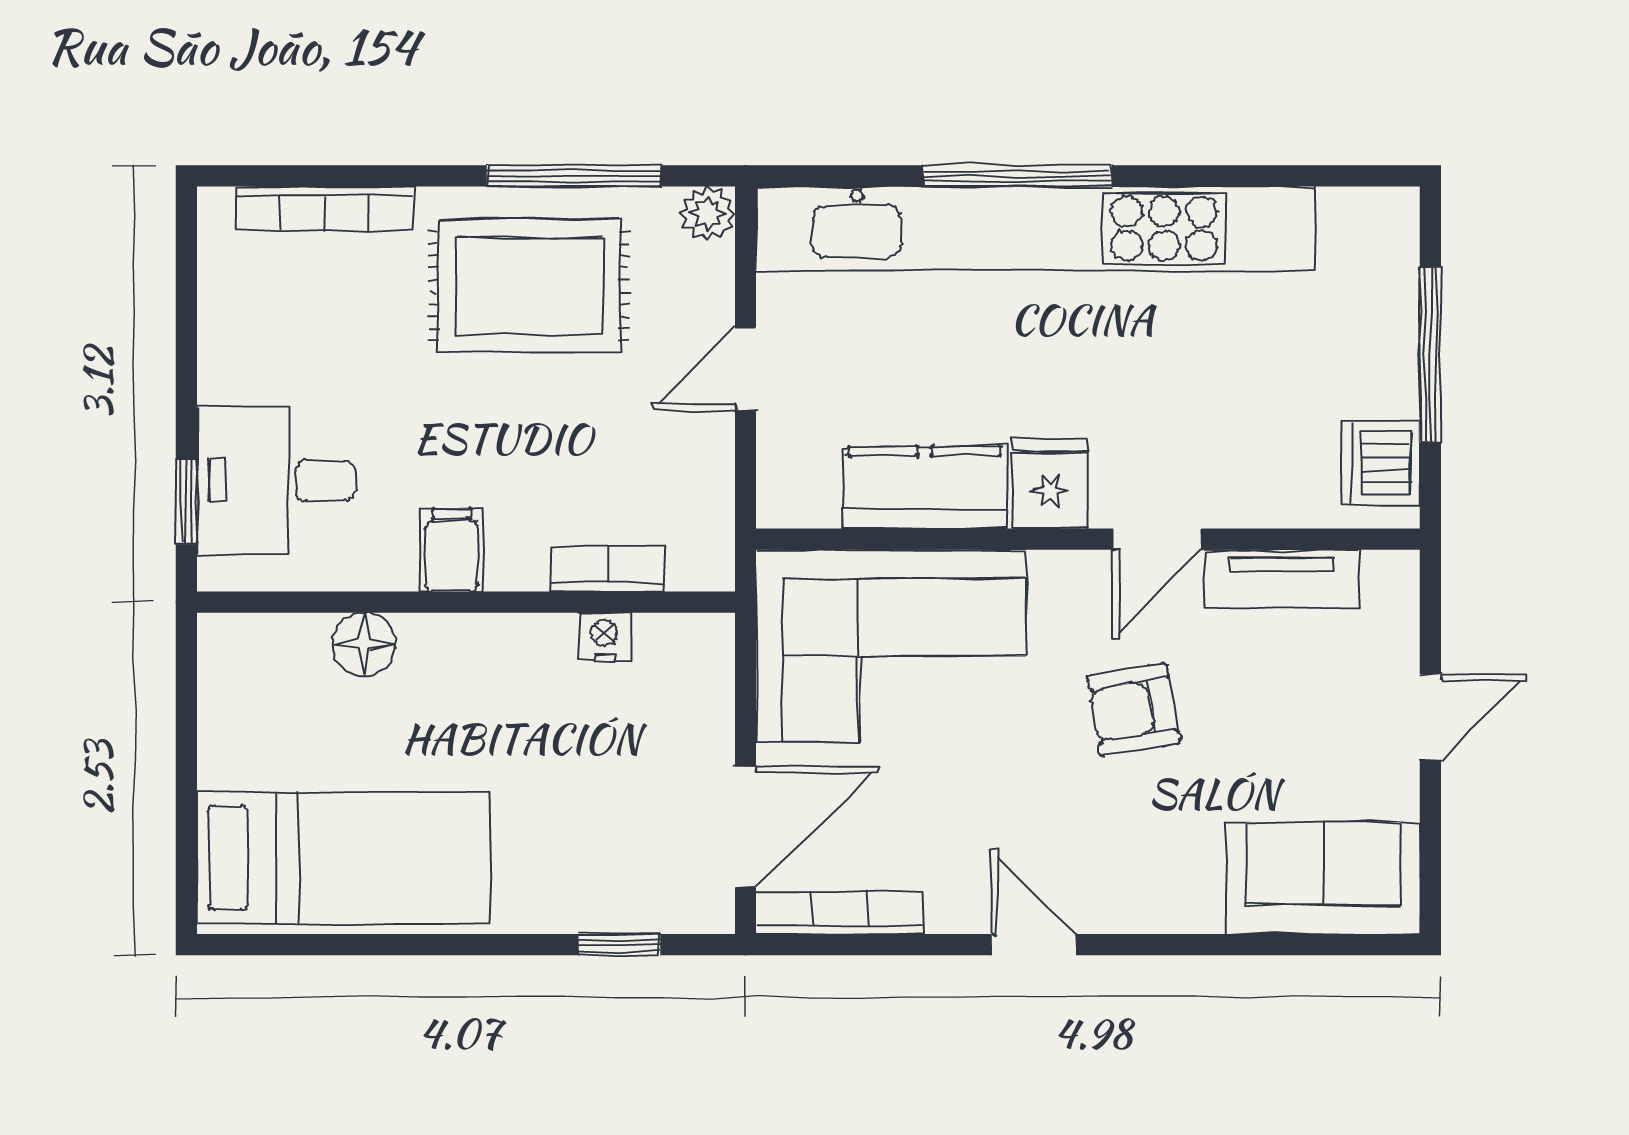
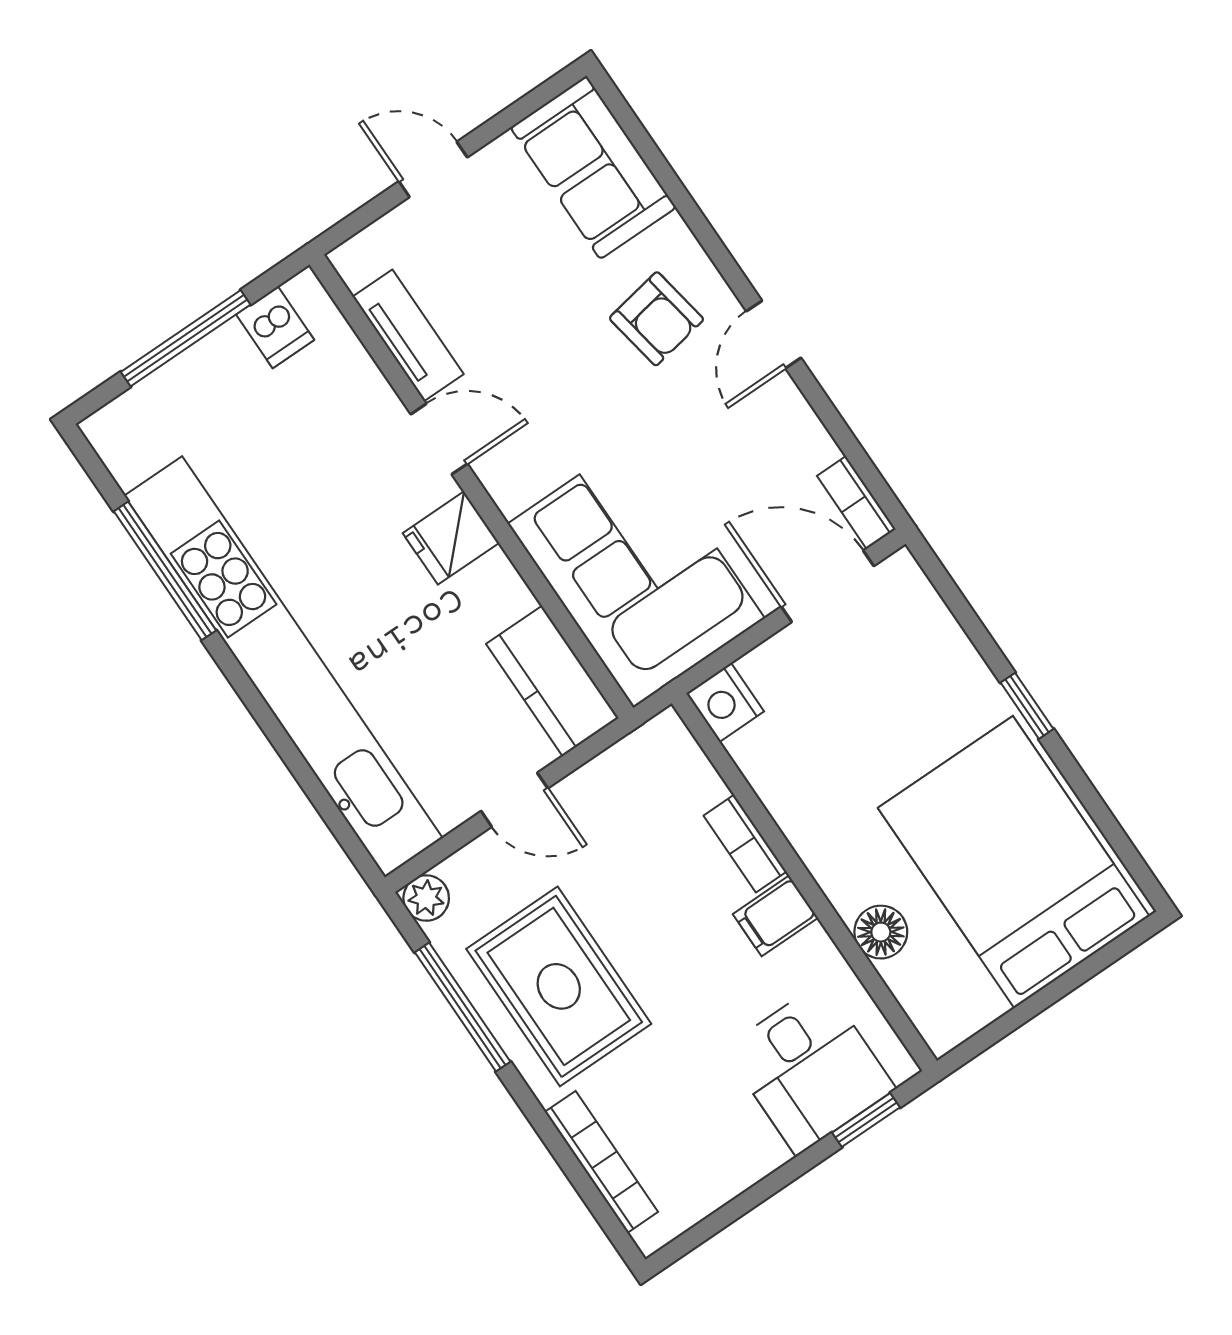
window: (1017, 176) -> (165, 571), moved
dishwasher: (1381, 463) -> (275, 327), width x0.73
kitchen counter: (925, 488) -> (552, 681), moved
bookcase: (608, 569) -> (745, 844), moved
nightstand: (604, 637) -> (725, 702), moved, width x1.39, depth x1.35
armchair: (1134, 710) -> (656, 319), moved
bed: (343, 858) -> (1014, 862), width x1.50
bookcase: (840, 913) -> (856, 502), width x0.64
window: (619, 945) -> (1027, 706), moved

